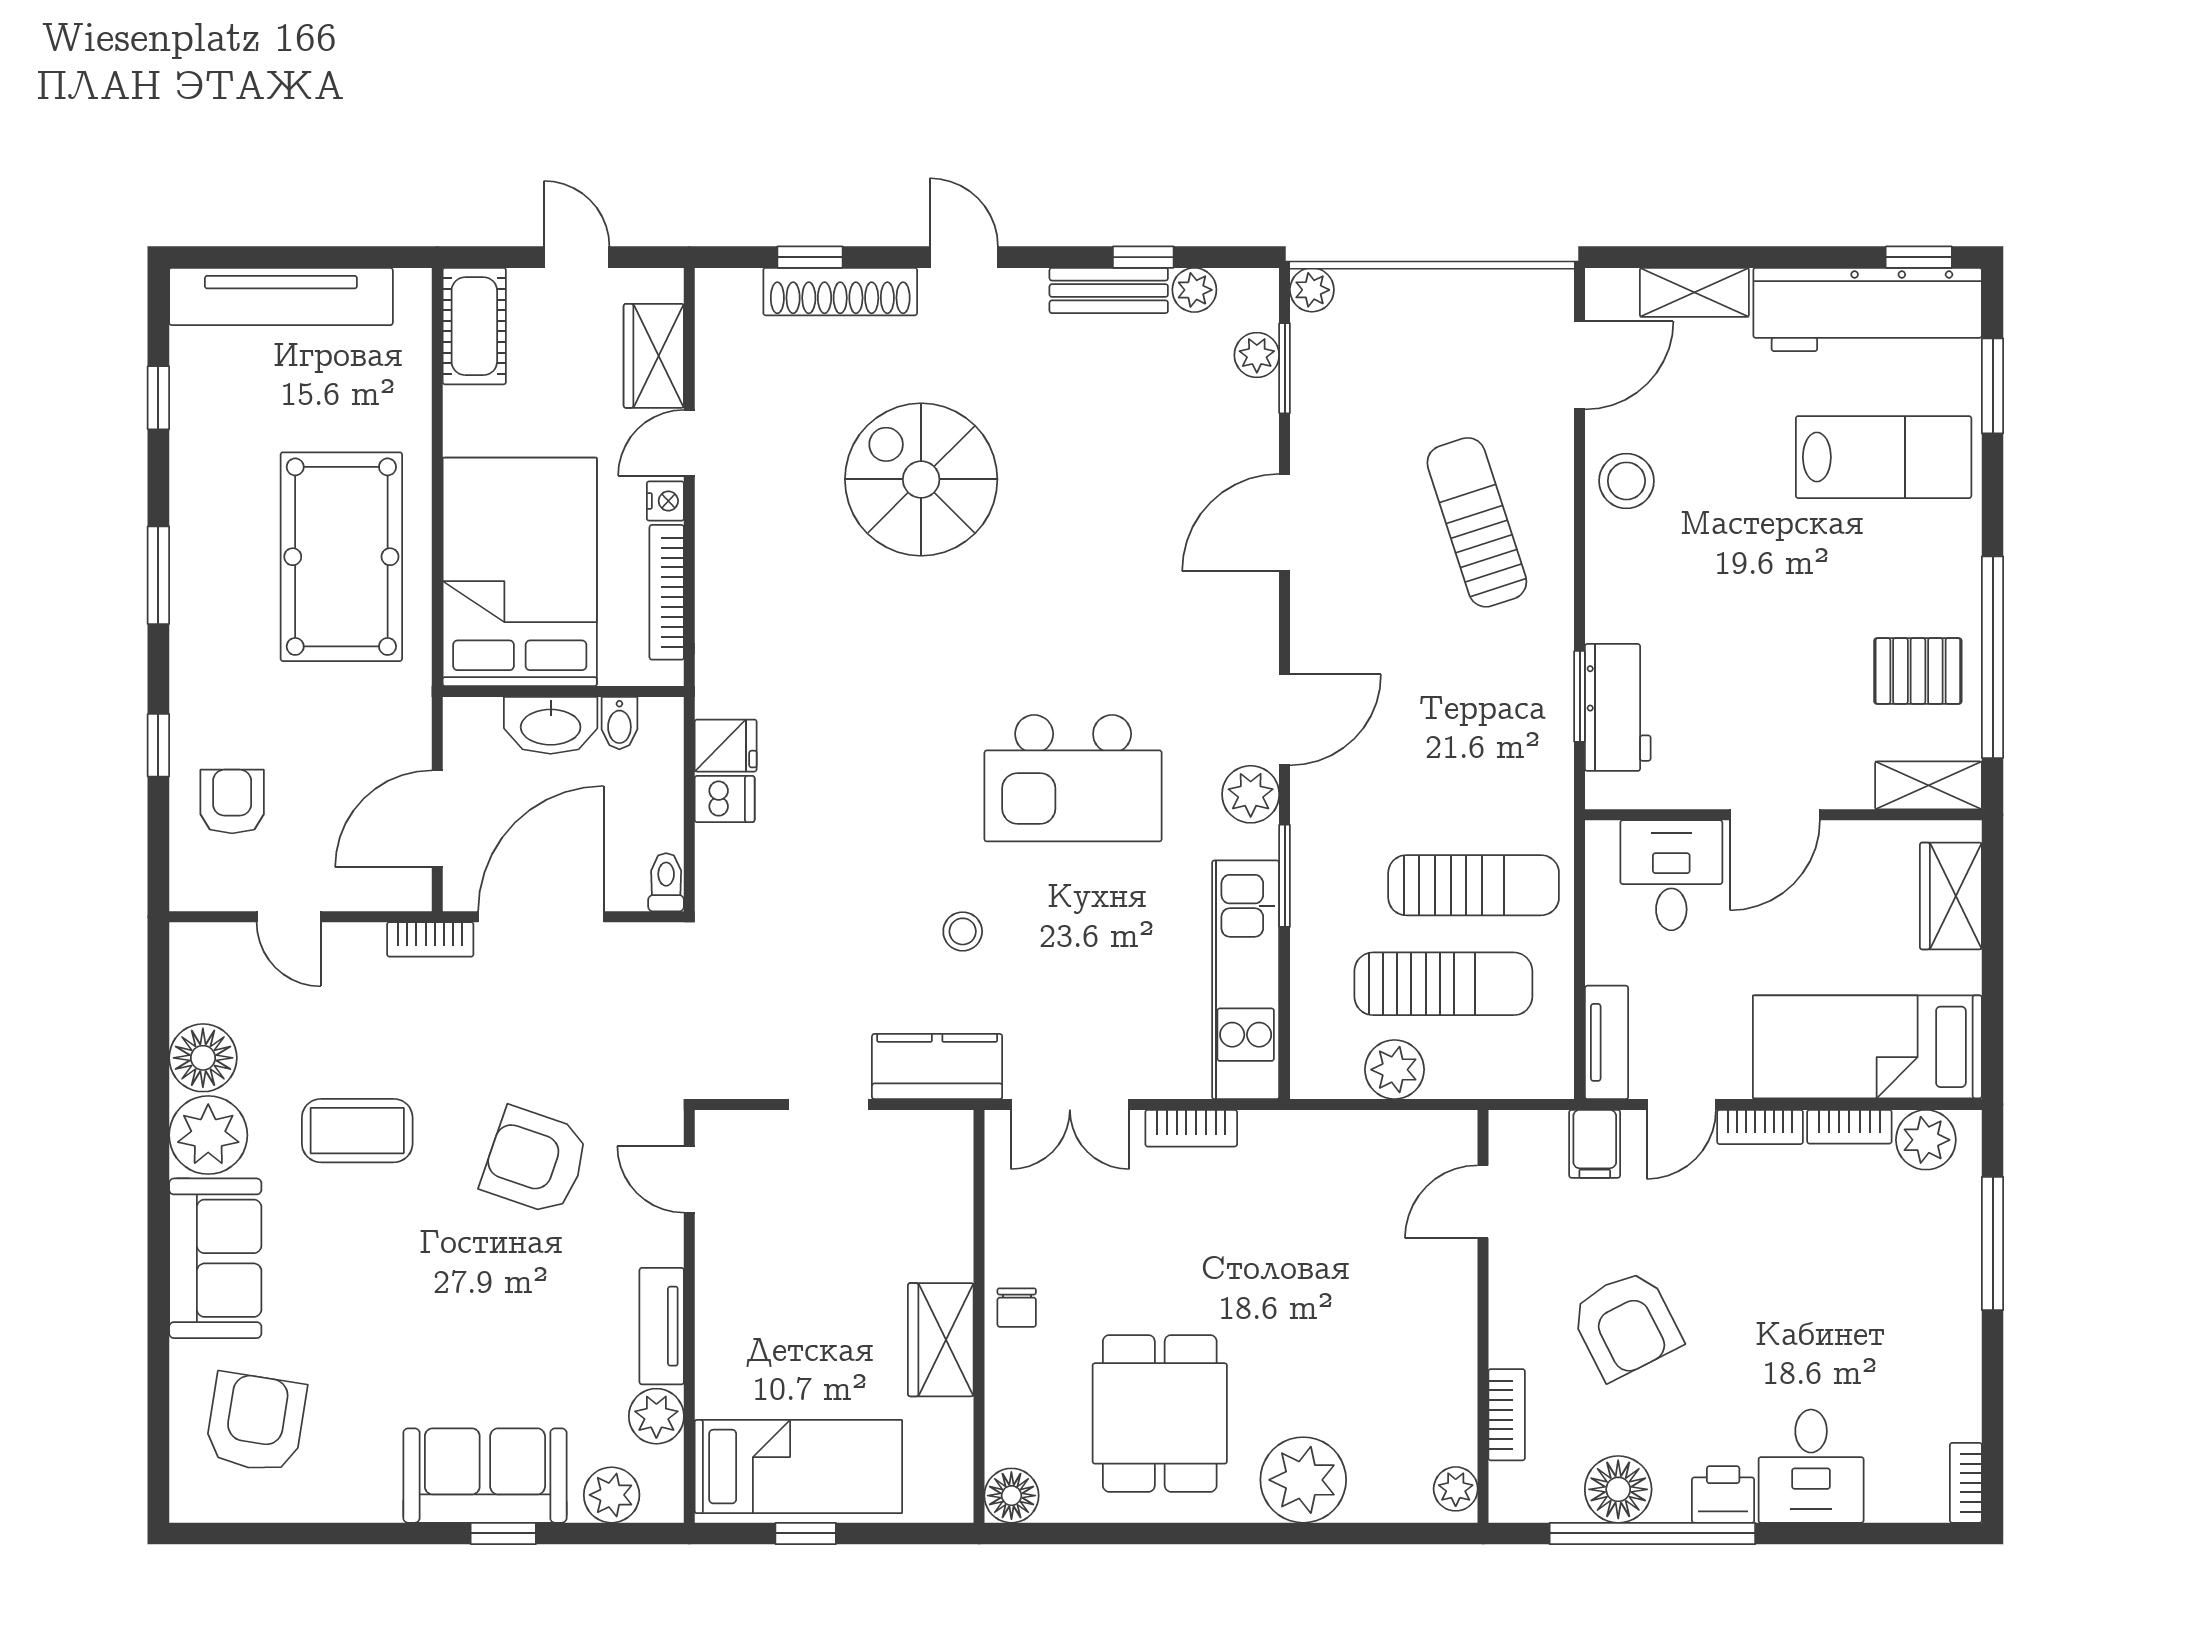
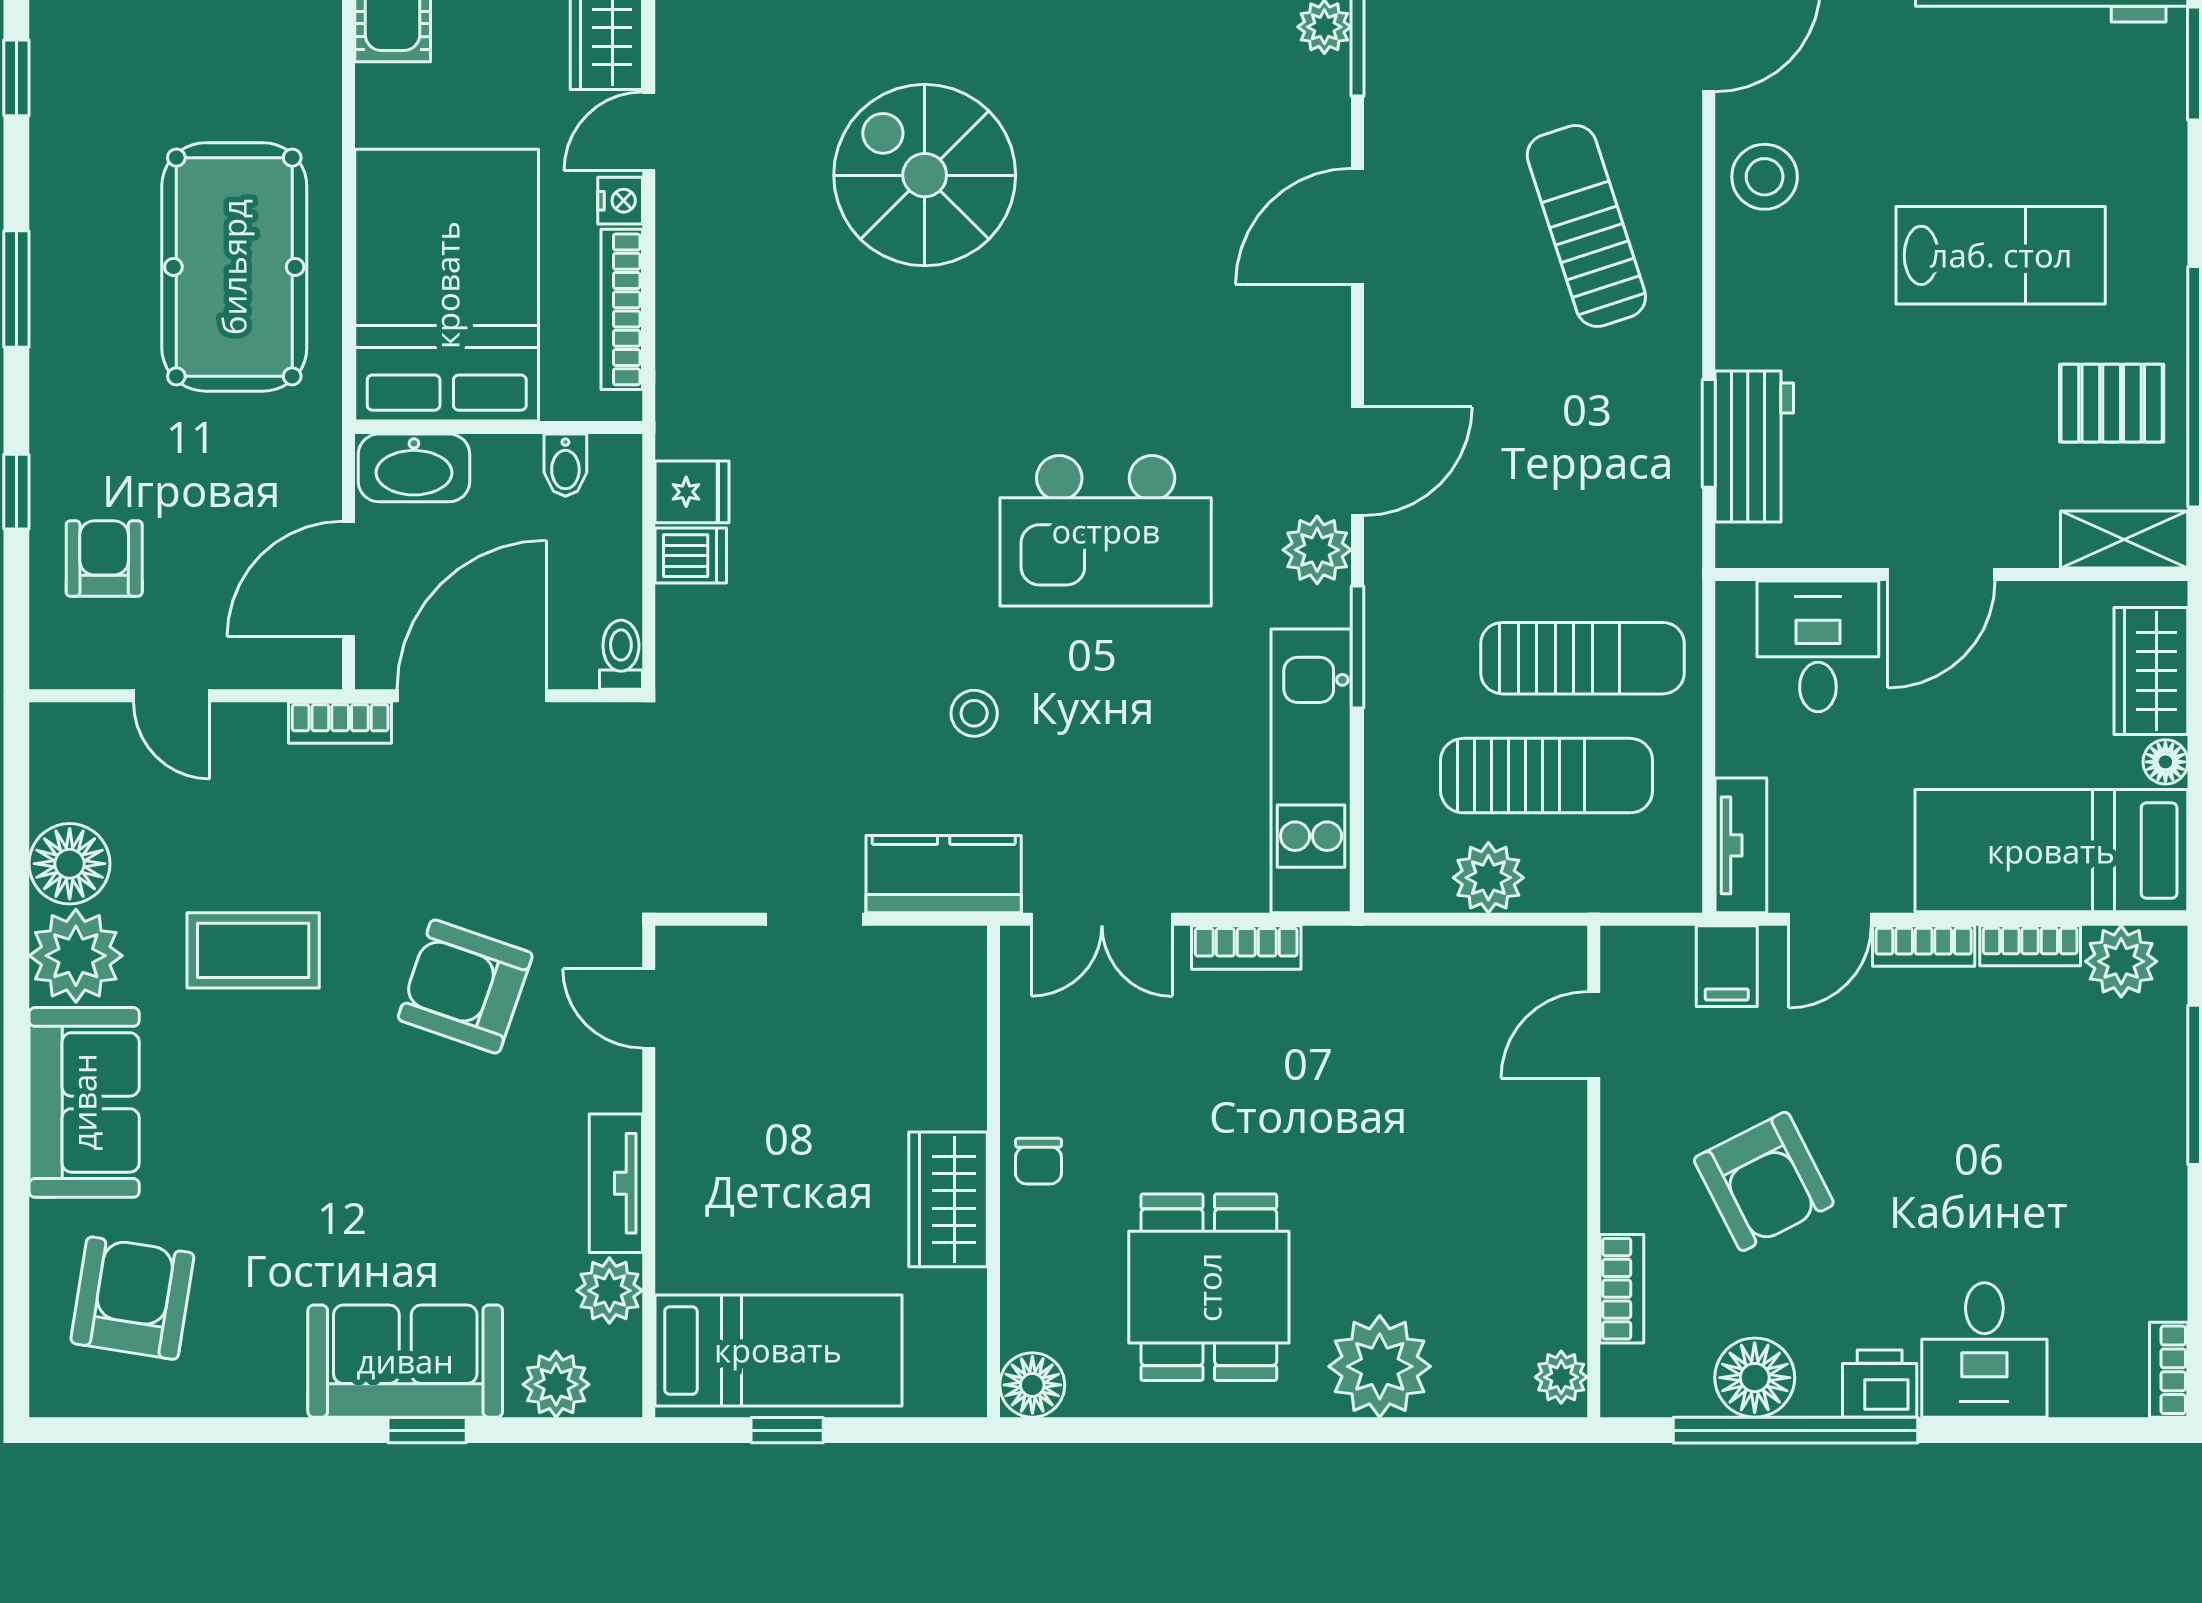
lab bench: (1884, 457) -> (2001, 255), moved
washbasin: (551, 725) -> (414, 468), moved
floor lamp: (1963, 972) -> (2165, 762), added

